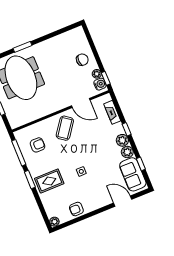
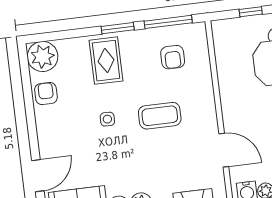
door: (81, 103) -> (224, 150), swing flipped
coffee table: (65, 128) -> (160, 116), moved, turned -36
plant: (54, 222) -> (43, 56), width x1.87, depth x1.87

